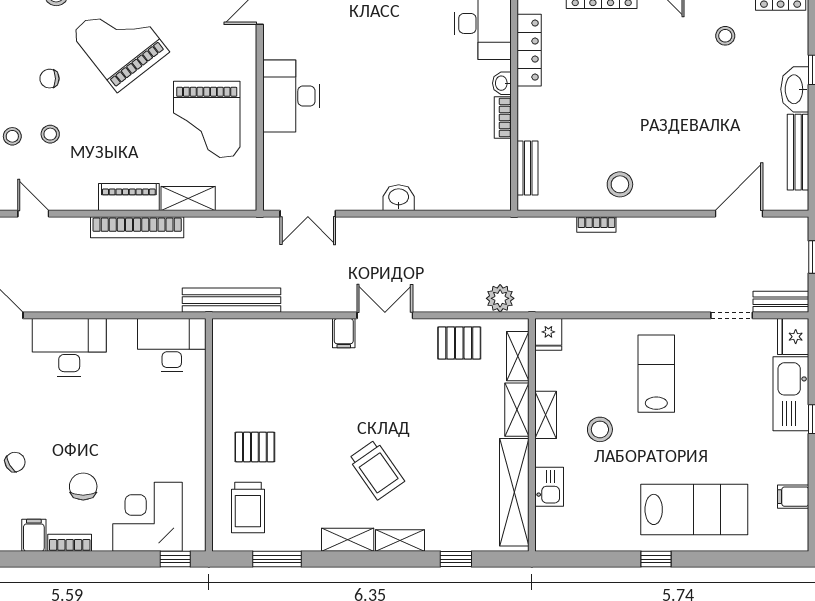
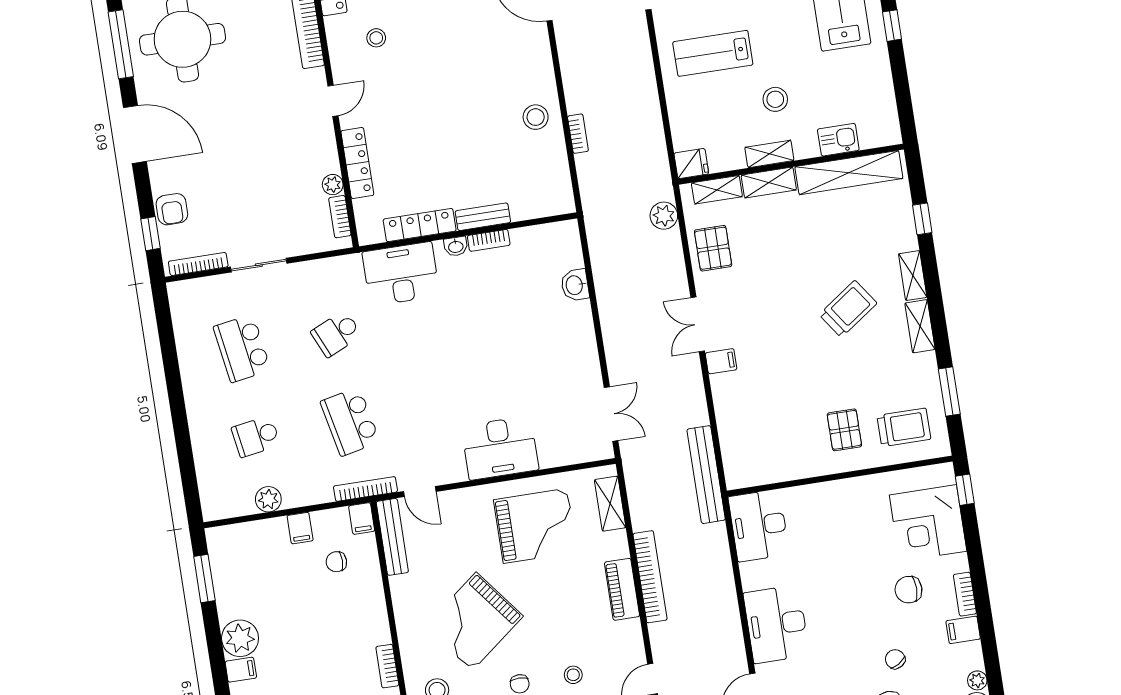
bench: (528, 168) -> (483, 217), moved
shelving: (188, 198) -> (610, 504), moved
washbasin: (399, 198) -> (575, 285), moved

